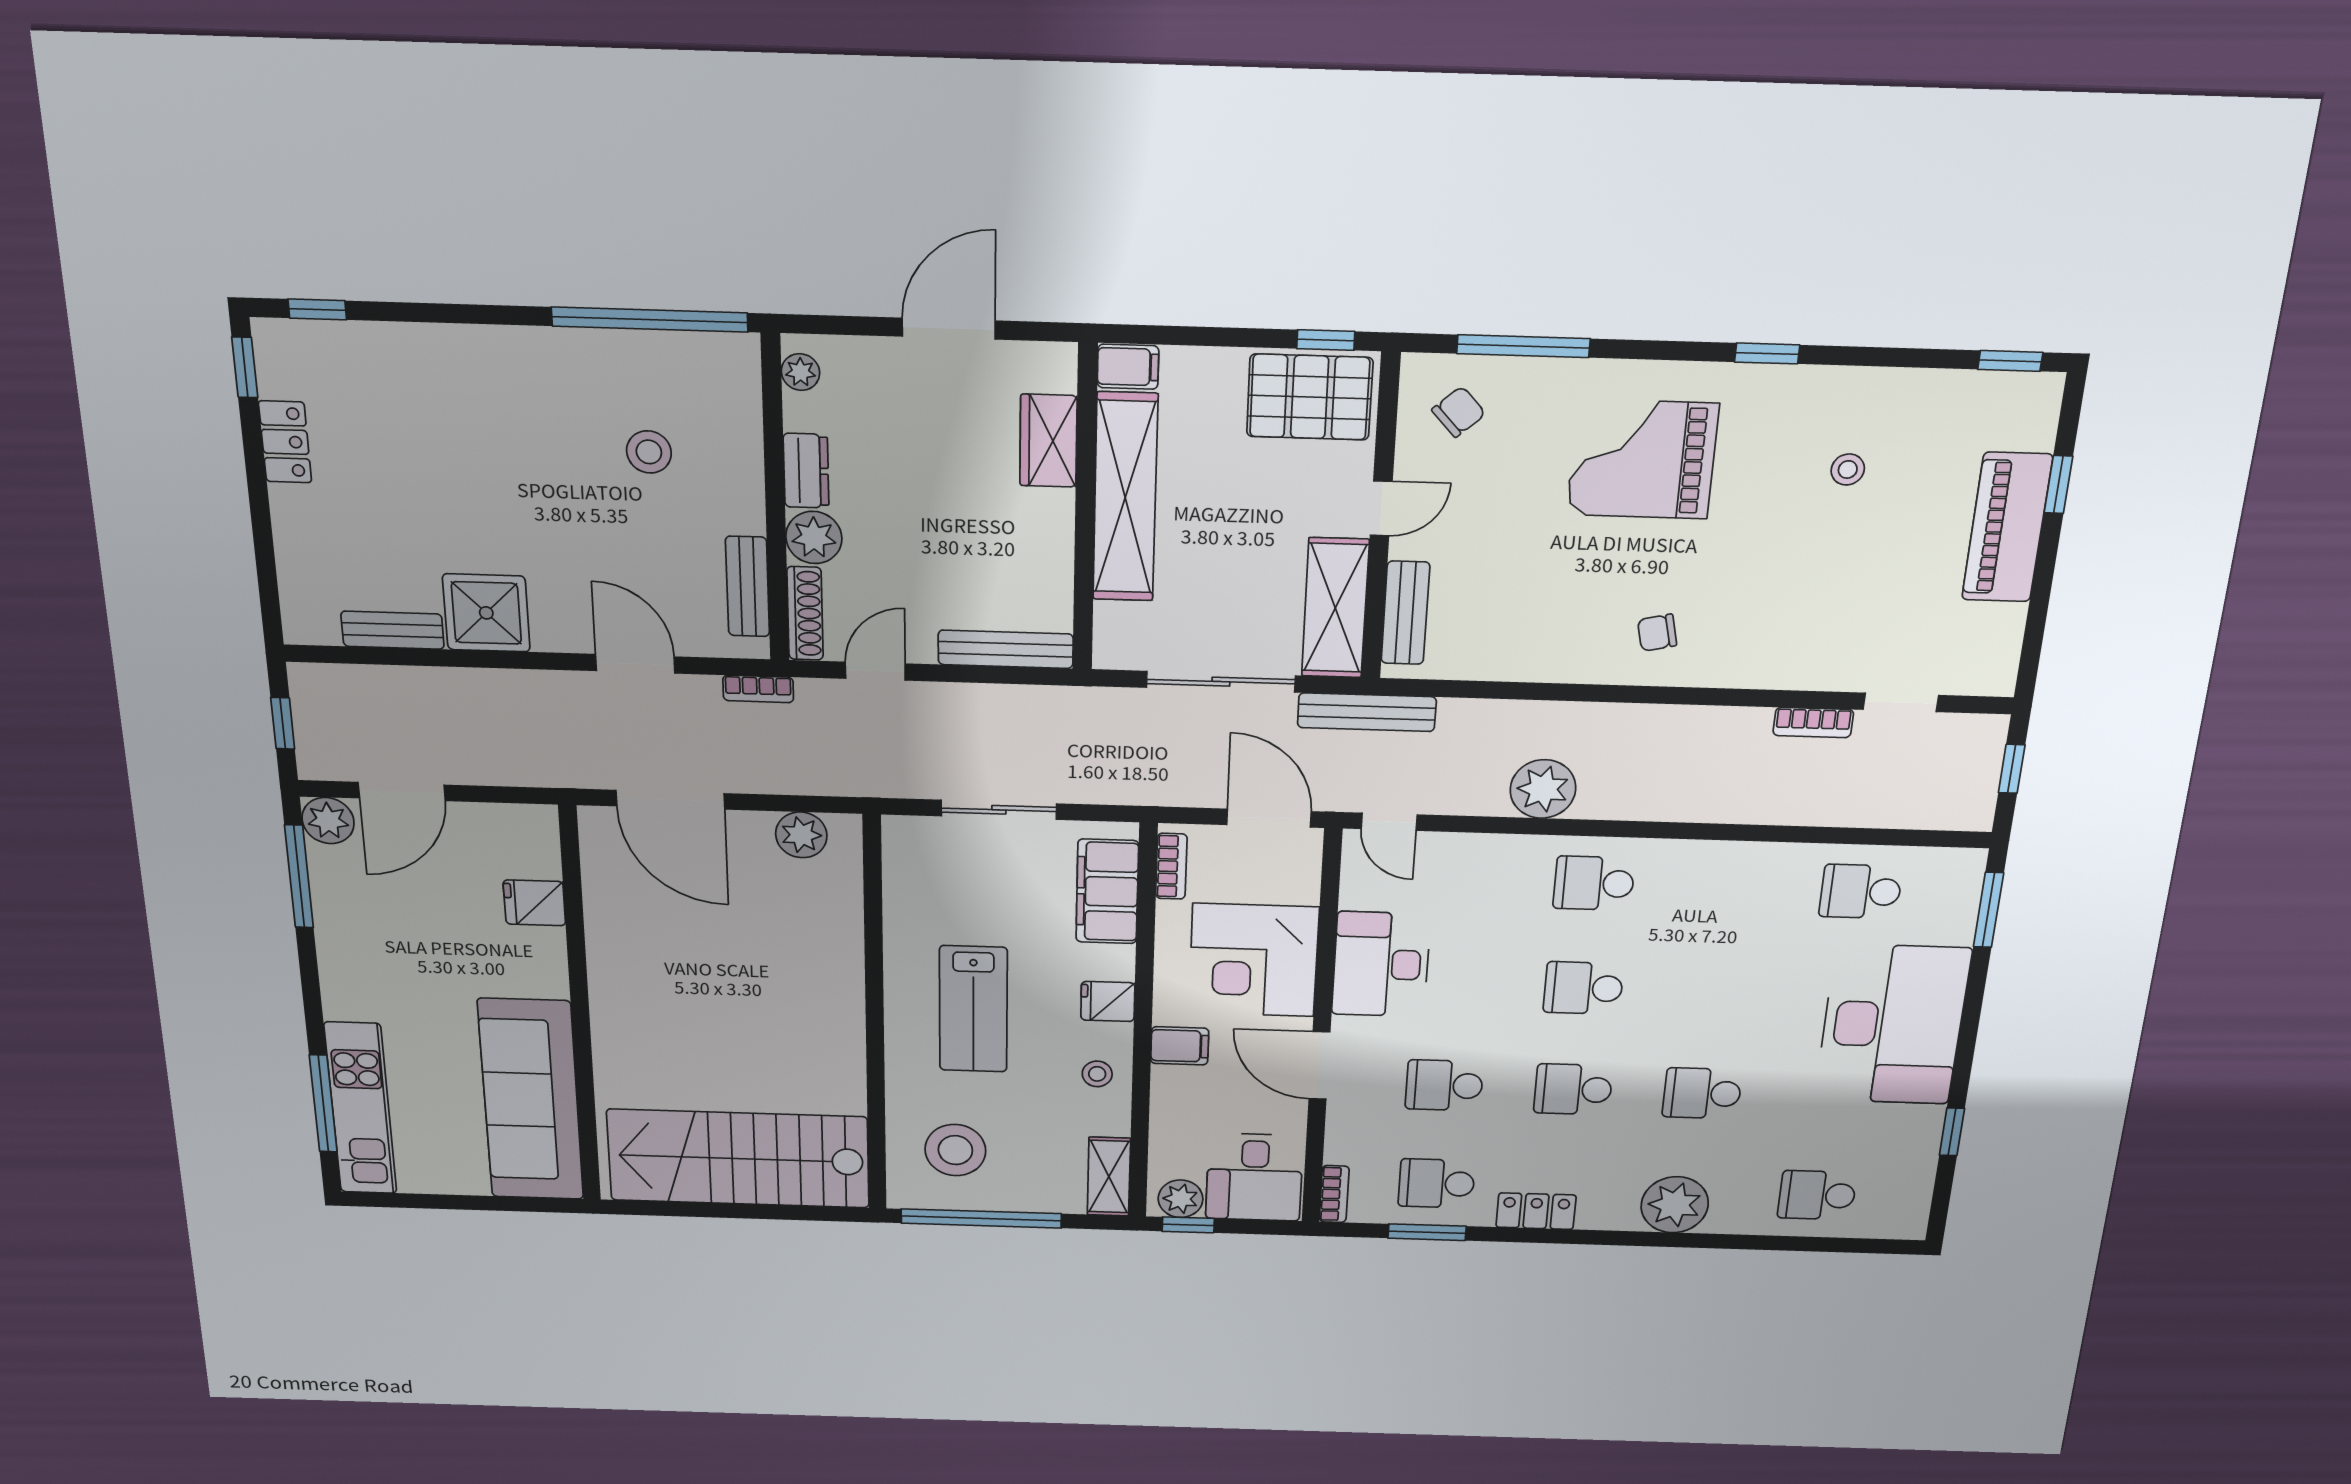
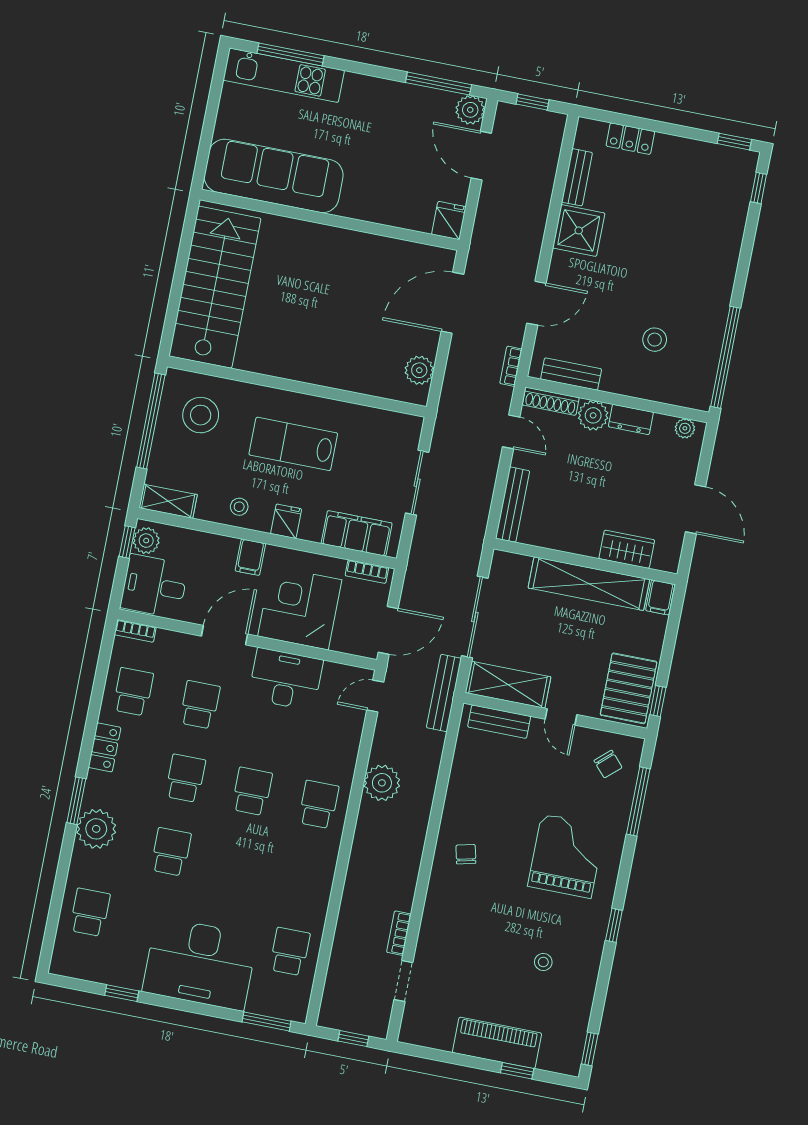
locker: (285, 442) -> (630, 139), moved
fridge: (534, 903) -> (449, 221), moved
window: (1427, 1232) -> (76, 801), moved

